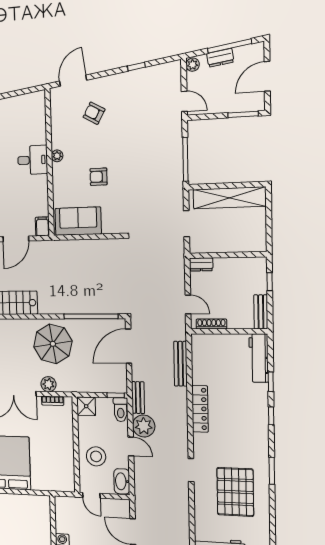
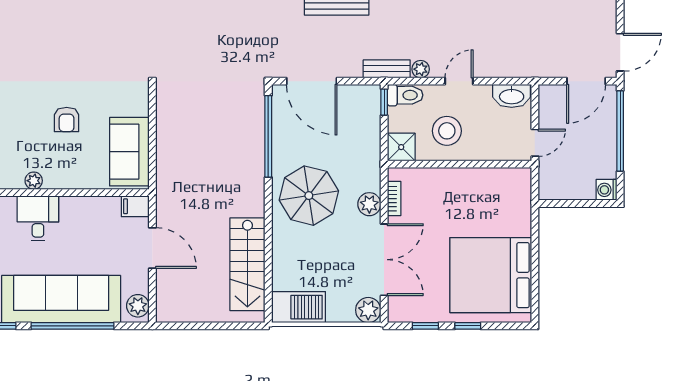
plant: (144, 426) -> (421, 69), width x0.53, depth x0.53
stool: (96, 456) -> (447, 131), moved

